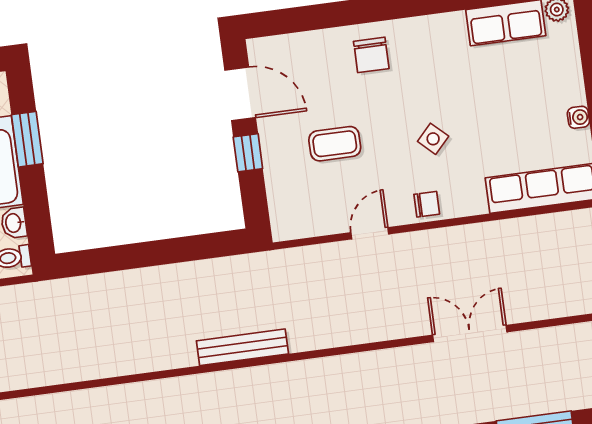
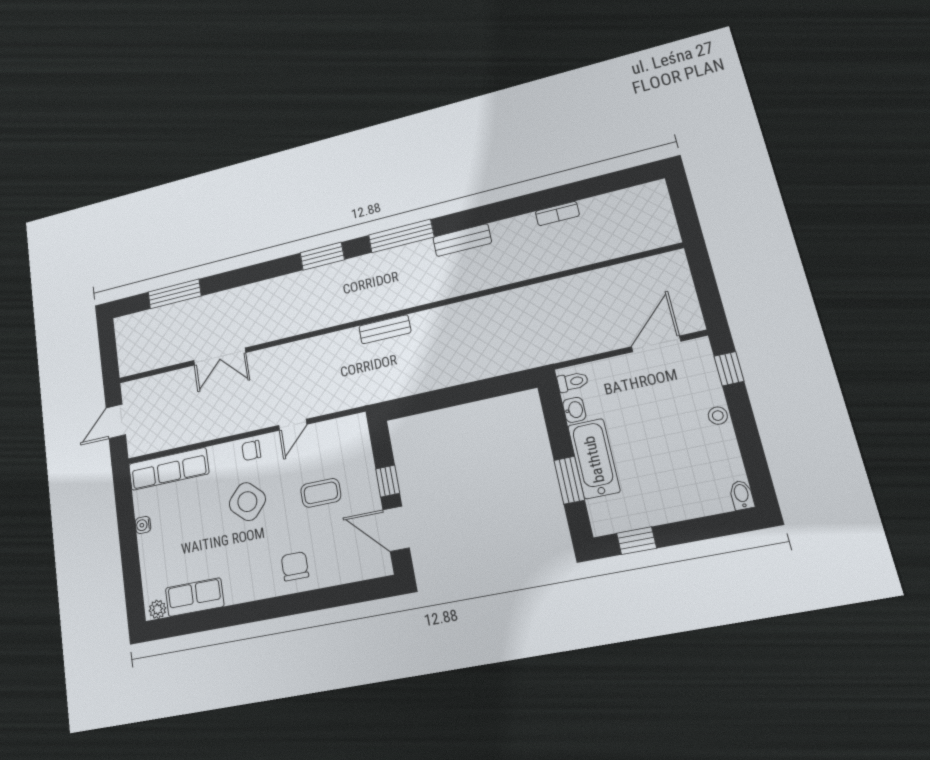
side table: (433, 139) -> (247, 502), width x1.87, depth x1.87
bench: (242, 347) -> (385, 329), width x0.73

